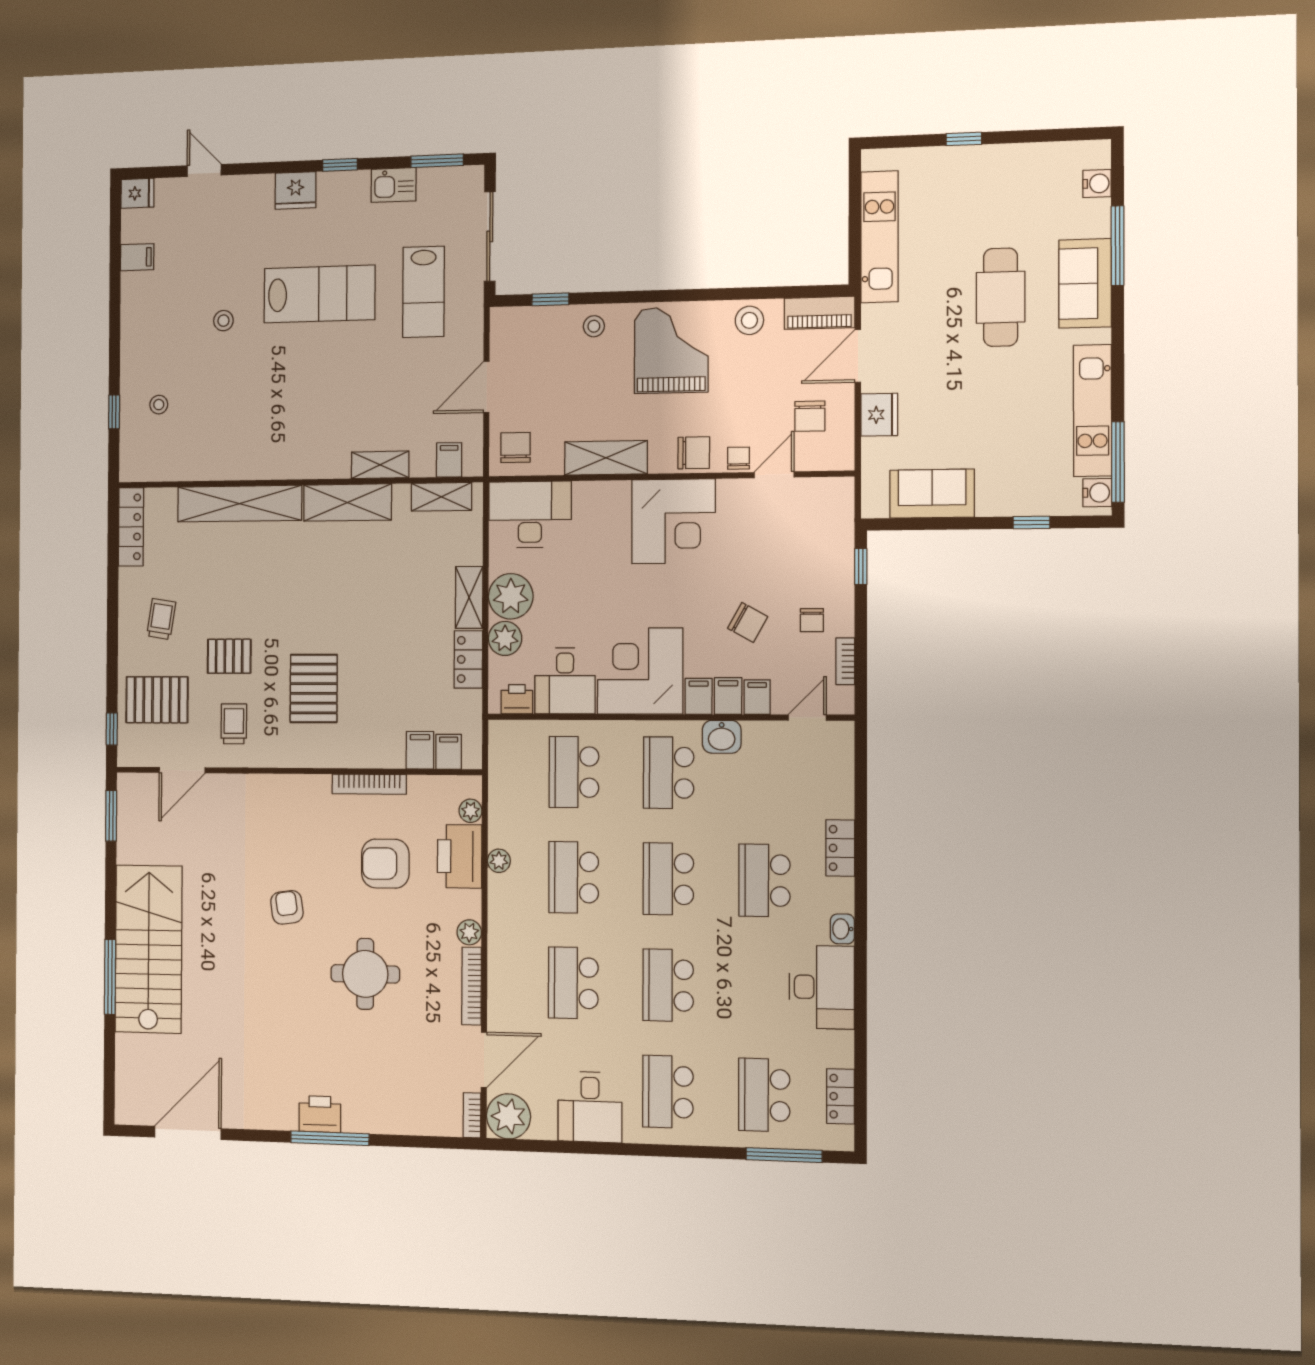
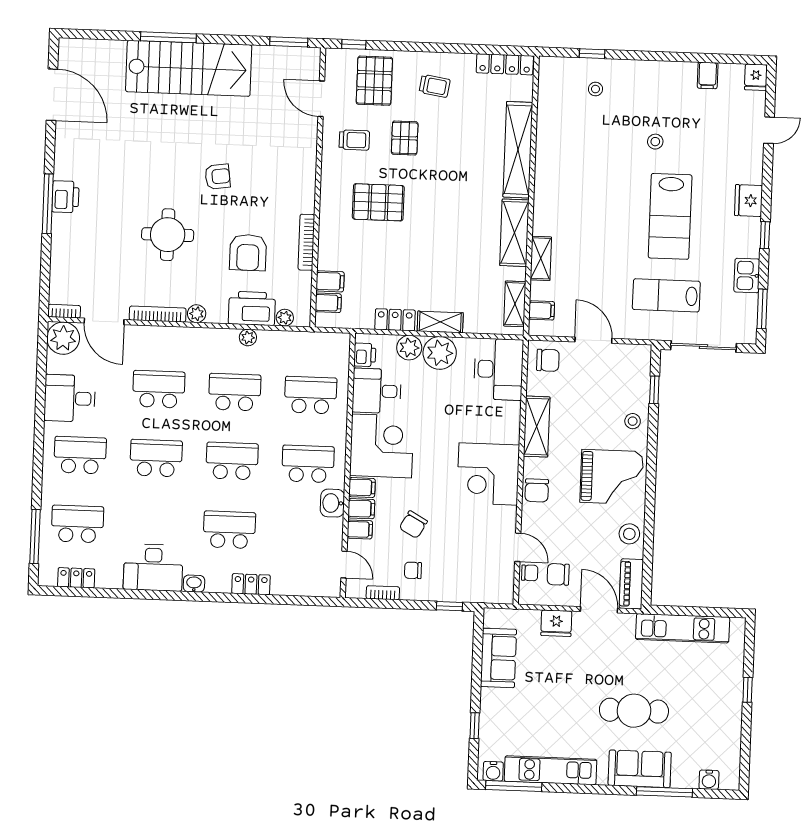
chair: (738, 458) -> (530, 573), moved
armchair: (385, 864) -> (248, 252), turned 180

